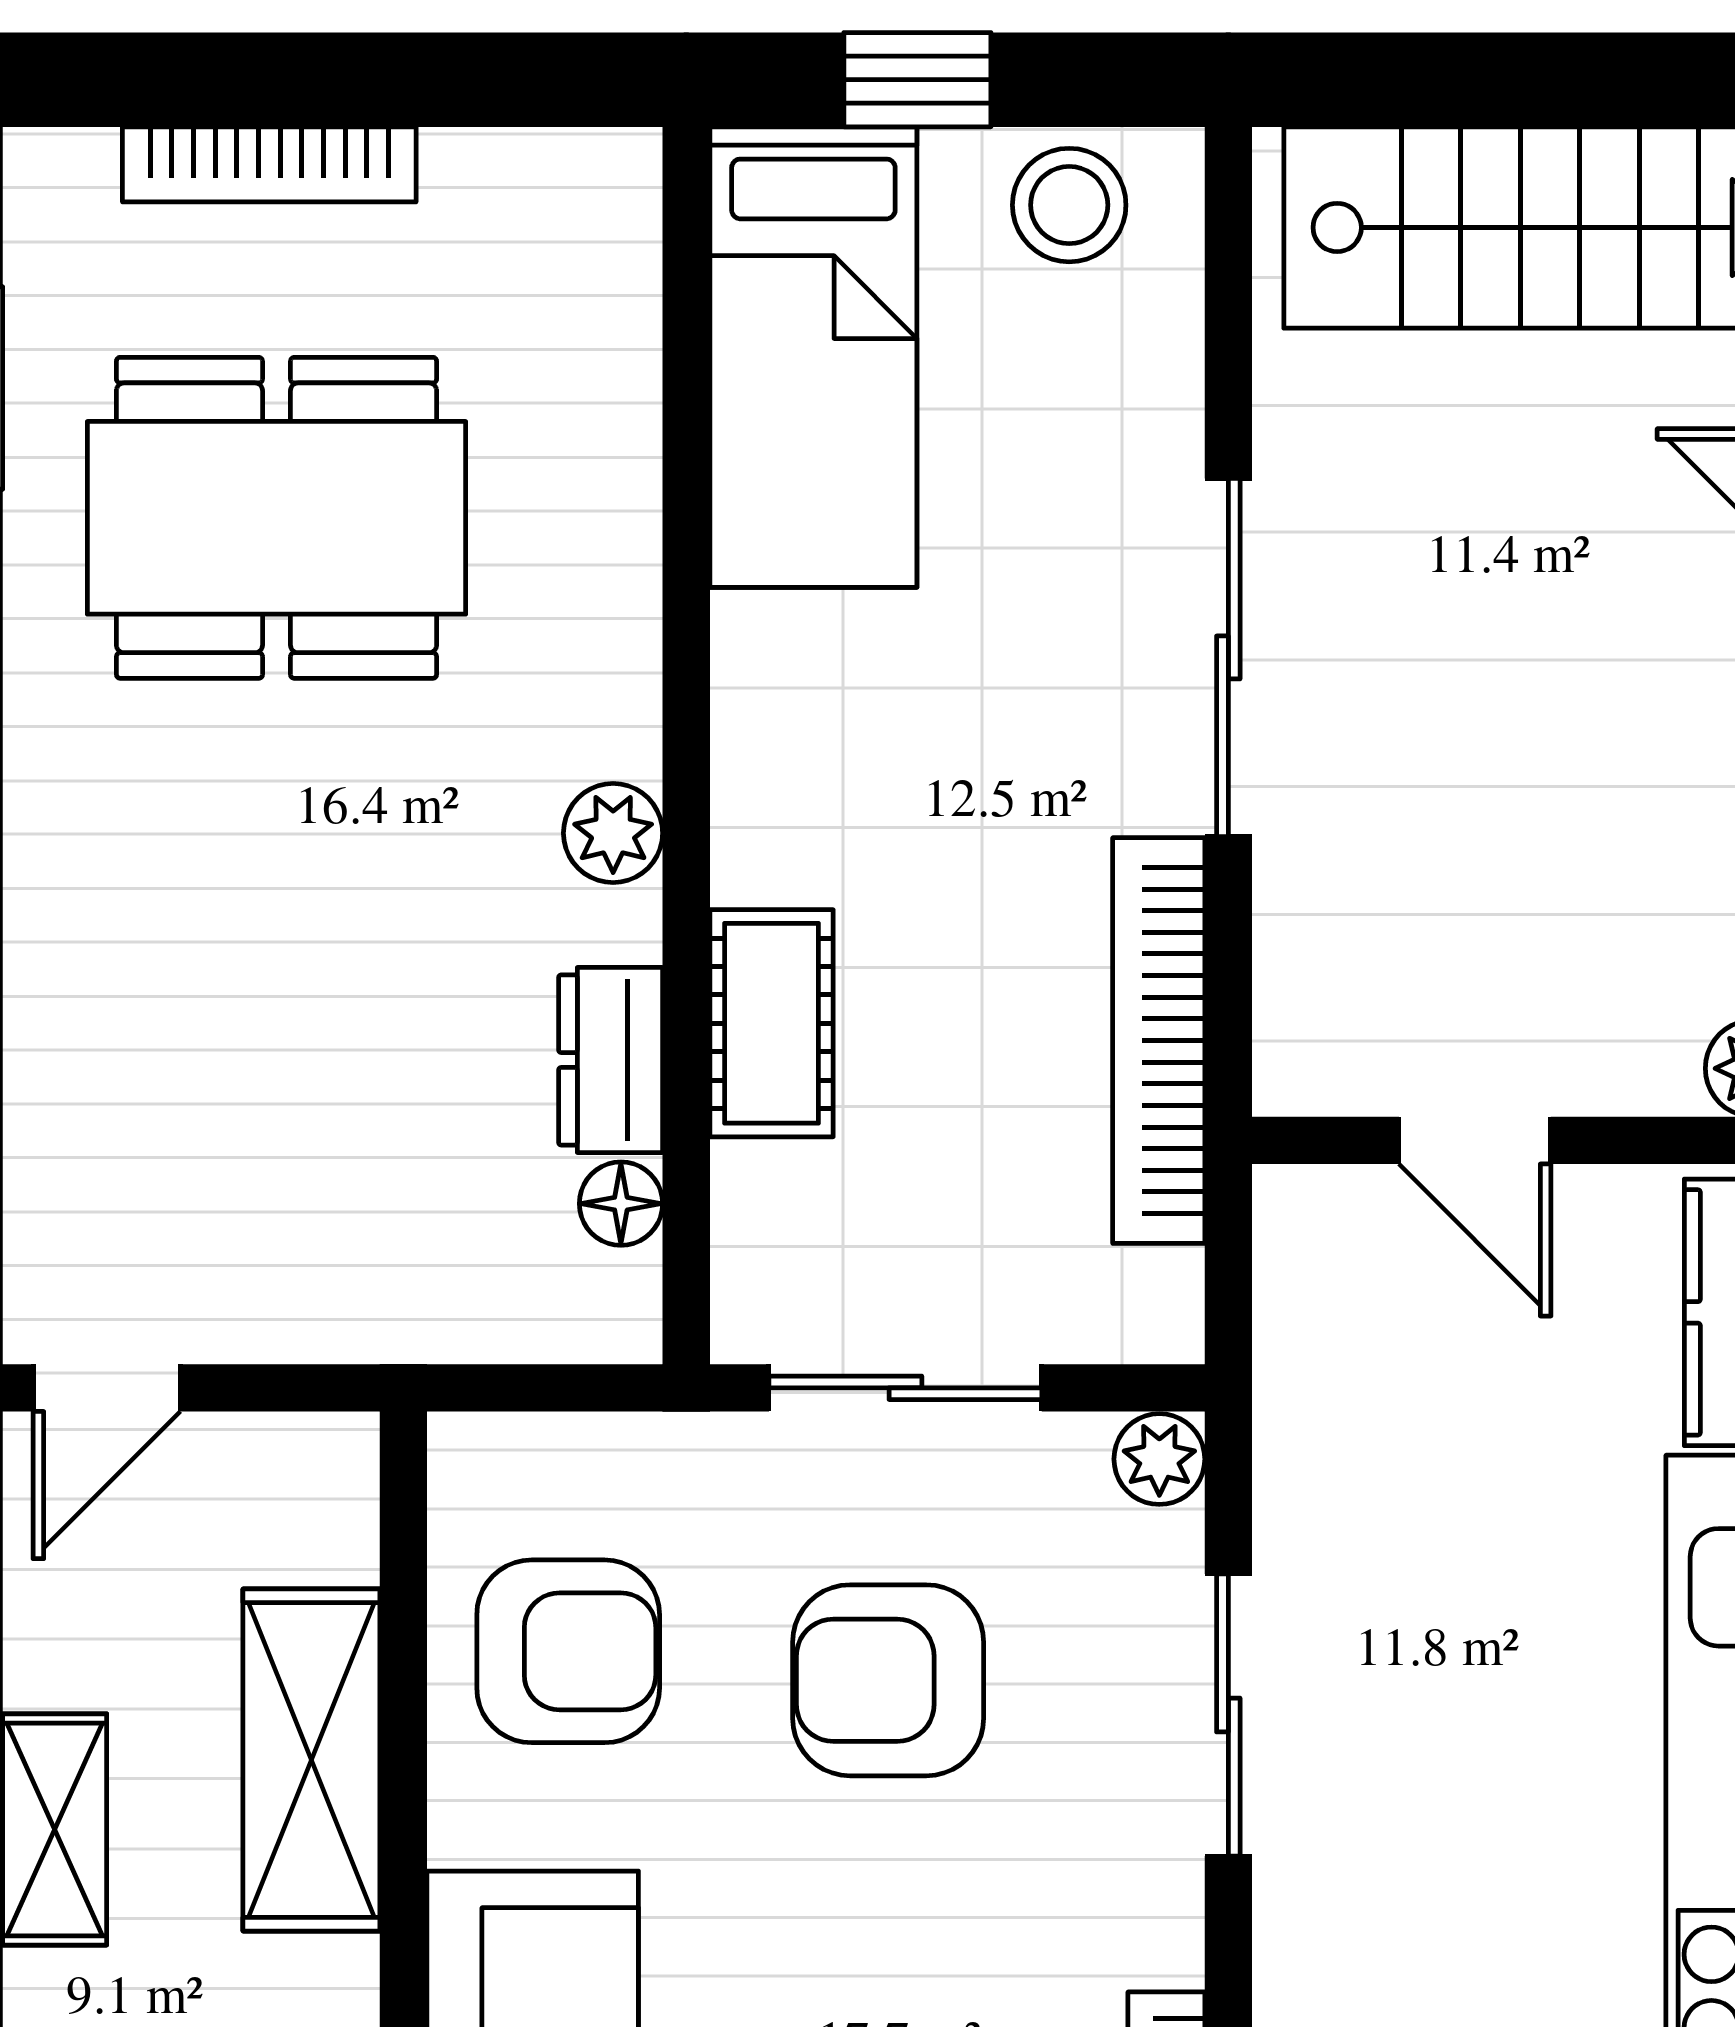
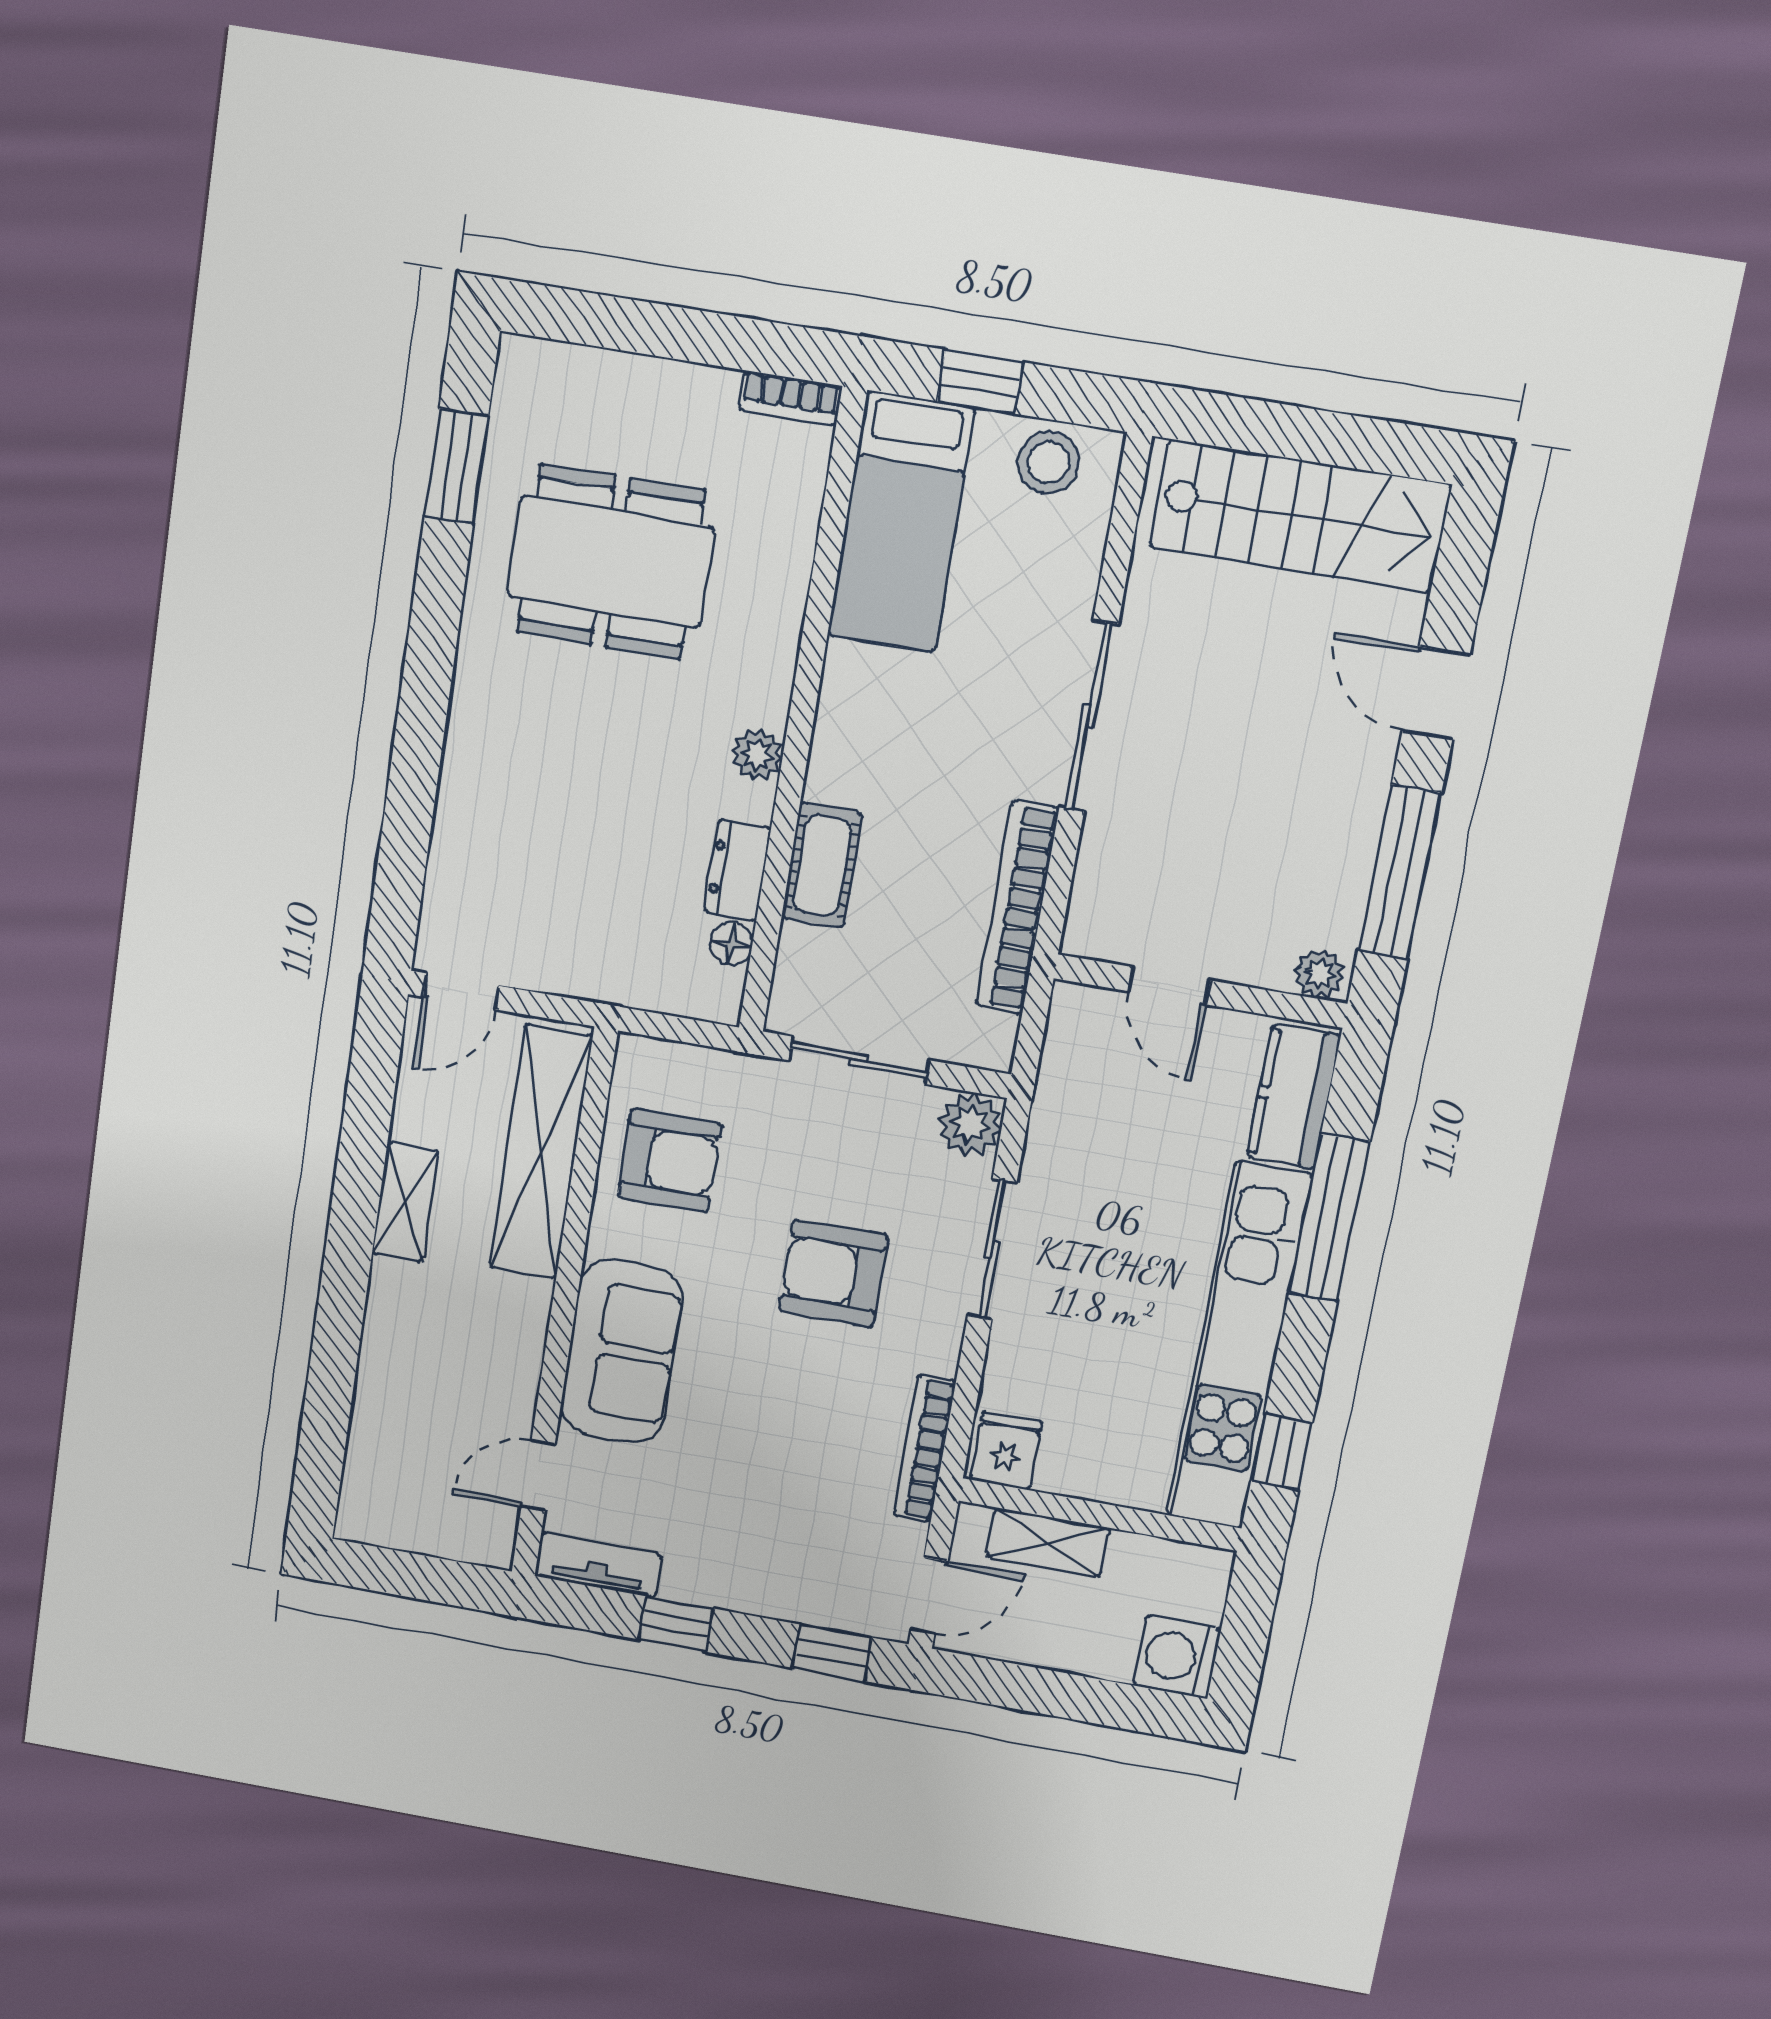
bookcase: (269, 164) -> (790, 398), moved, width x0.64
plant: (1159, 1459) -> (970, 1125), width x1.38, depth x1.38
armchair: (888, 1680) -> (833, 1273), moved
shelving: (311, 1760) -> (541, 1152), width x1.47

